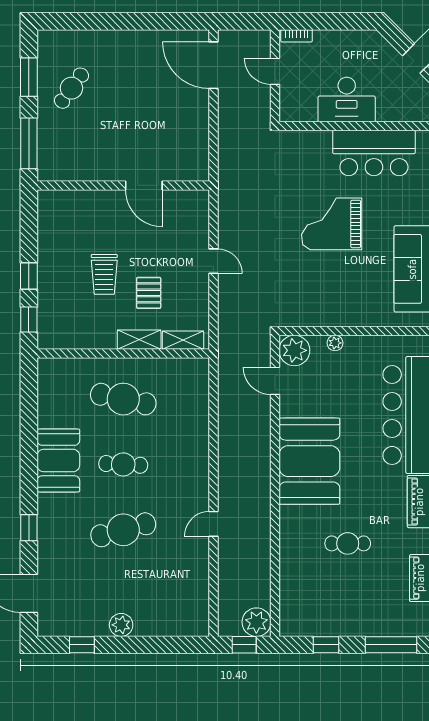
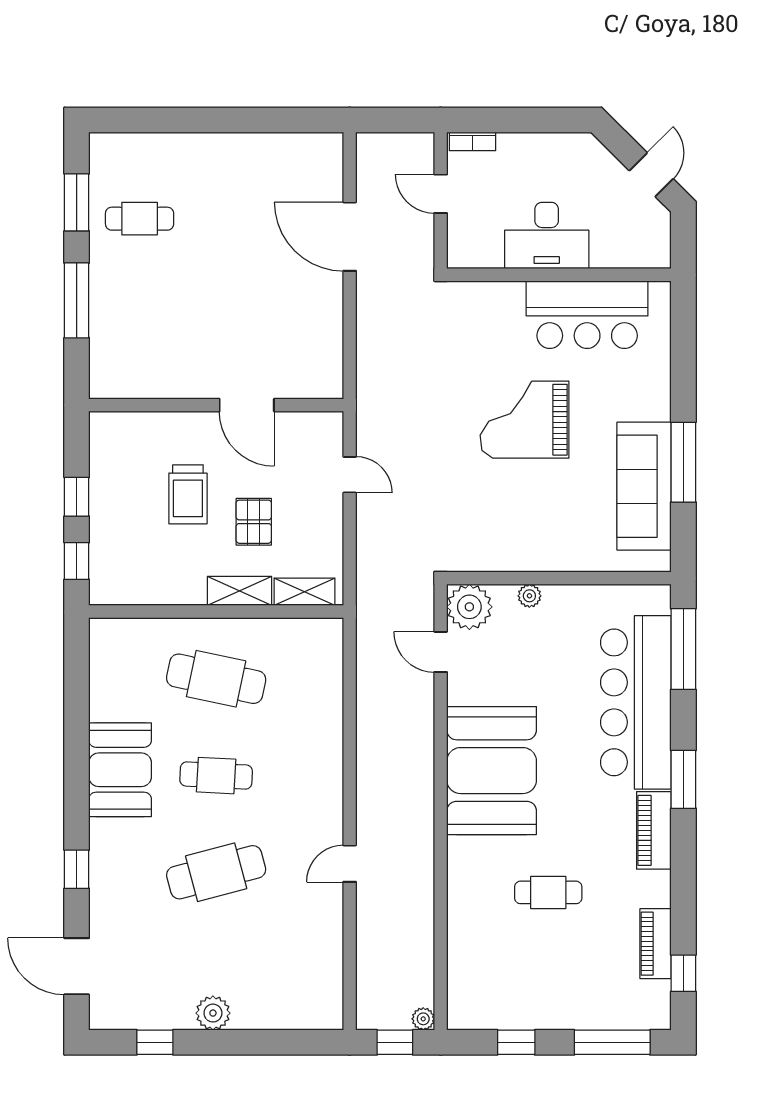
door: (213, 65) -> (350, 237), moved
cafe table: (71, 88) -> (140, 219), turned 54
wall: (123, 185) -> (216, 405), moved
door: (144, 185) -> (247, 405), moved
plant: (256, 622) -> (423, 1019), width x0.53, depth x0.53

